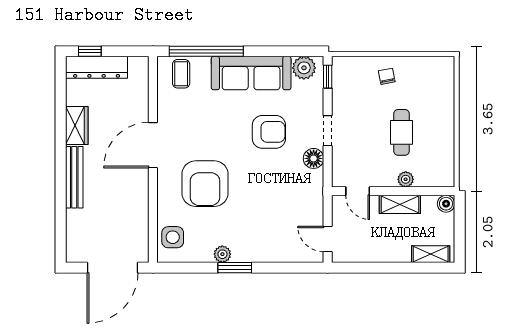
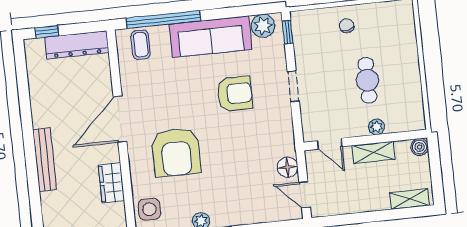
dresser: (97, 67) -> (77, 45), moved
wardrobe: (77, 126) -> (111, 183), moved, turned 180
floor lamp: (314, 158) -> (287, 167), moved

